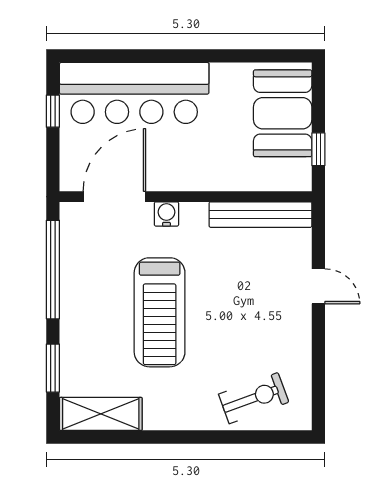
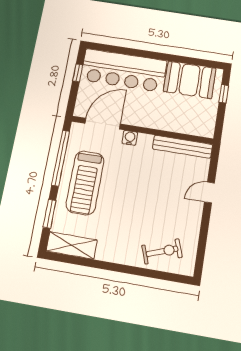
booth: (283, 113) -> (190, 80), moved, turned 90
window: (318, 149) -> (224, 94), moved
door: (318, 286) -> (209, 192), swing flipped
treadmill: (160, 312) -> (85, 183), moved

